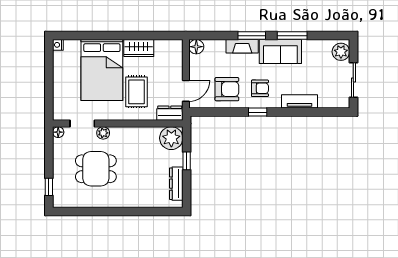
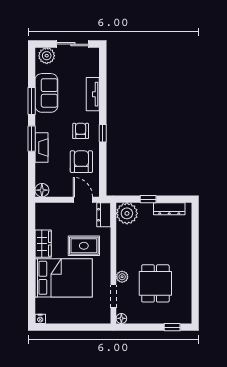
sofa: (280, 51) -> (46, 93), moved

